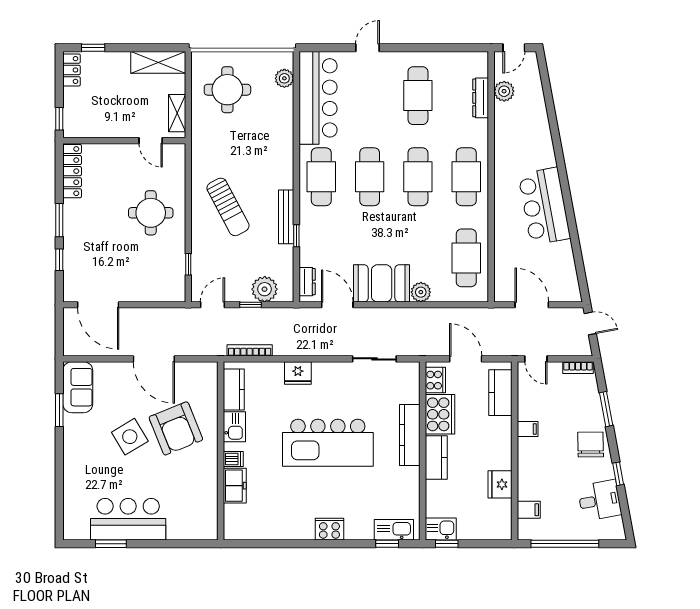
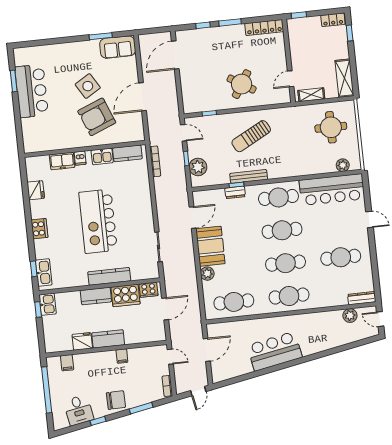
dresser: (481, 98) -> (362, 298), moved
round table: (151, 213) -> (242, 84), turned 32
dresser: (307, 282) -> (235, 192), moved
door: (536, 359) -> (170, 357), swing flipped
fridge: (298, 373) -> (36, 190), moved, turned 180
kitchen counter: (500, 393) -> (108, 339), moved

